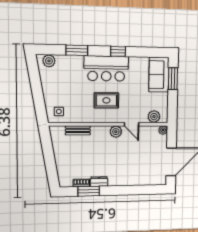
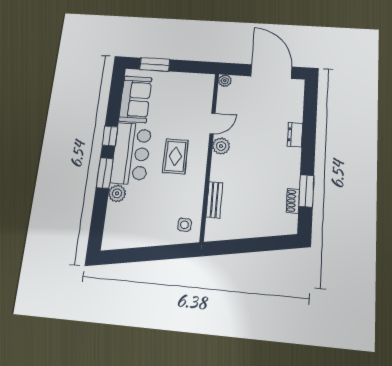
window: (77, 50) -> (105, 173), moved
plant: (49, 61) -> (117, 193), moved
sofa: (159, 75) -> (135, 99), moved, turned -90
plant: (154, 117) -> (205, 92), removed
dresser: (99, 182) -> (295, 135), moved

